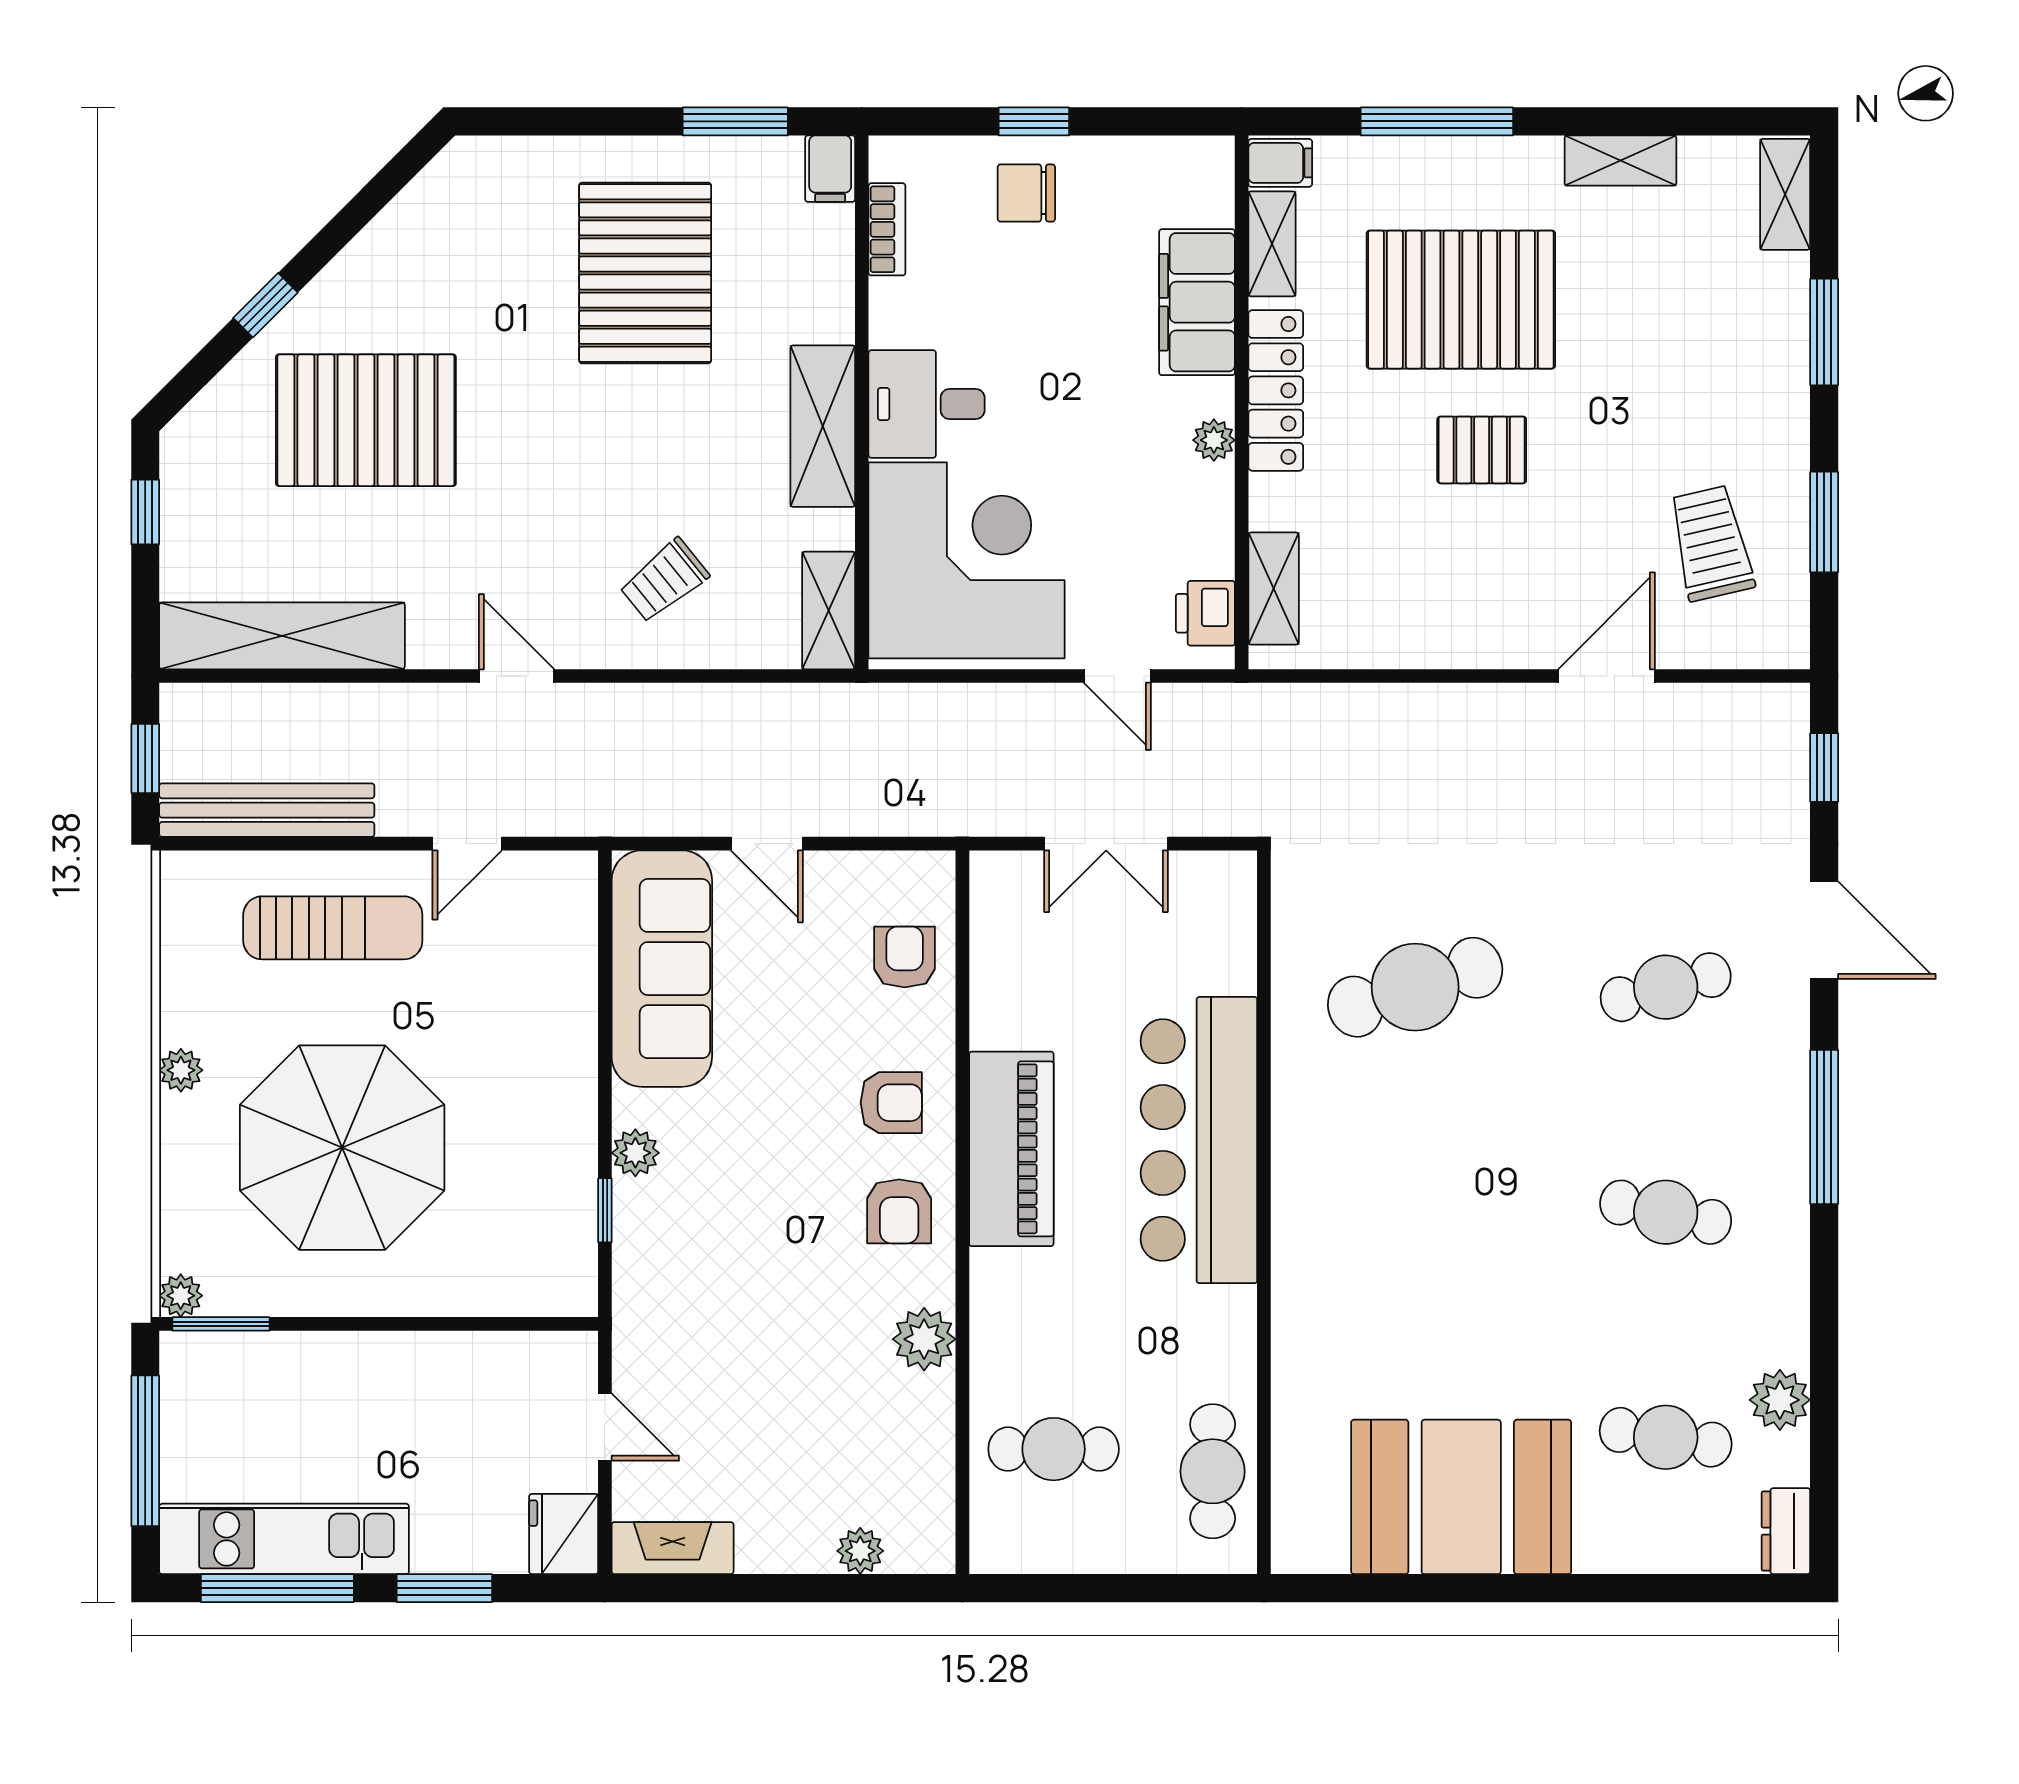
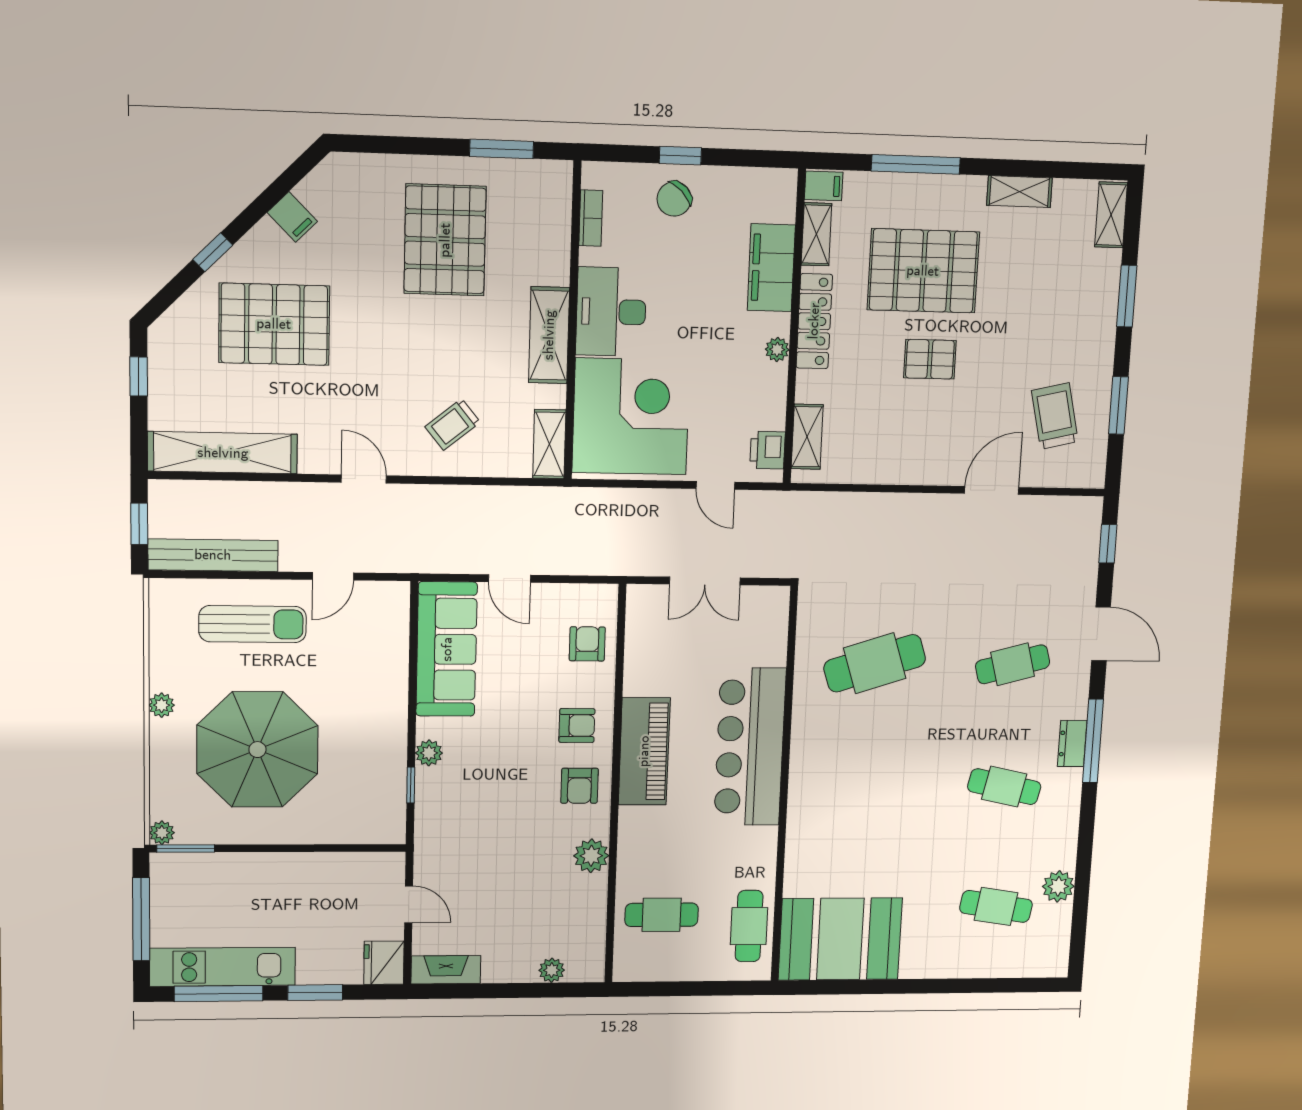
filing cabinet: (830, 169) -> (292, 217), moved, turned -45
chair: (1026, 193) -> (674, 199), turned -45
desk: (927, 404) -> (611, 312), width x1.37
booth: (1461, 1497) -> (840, 939), moved
dresser: (1786, 1531) -> (1072, 744), moved

